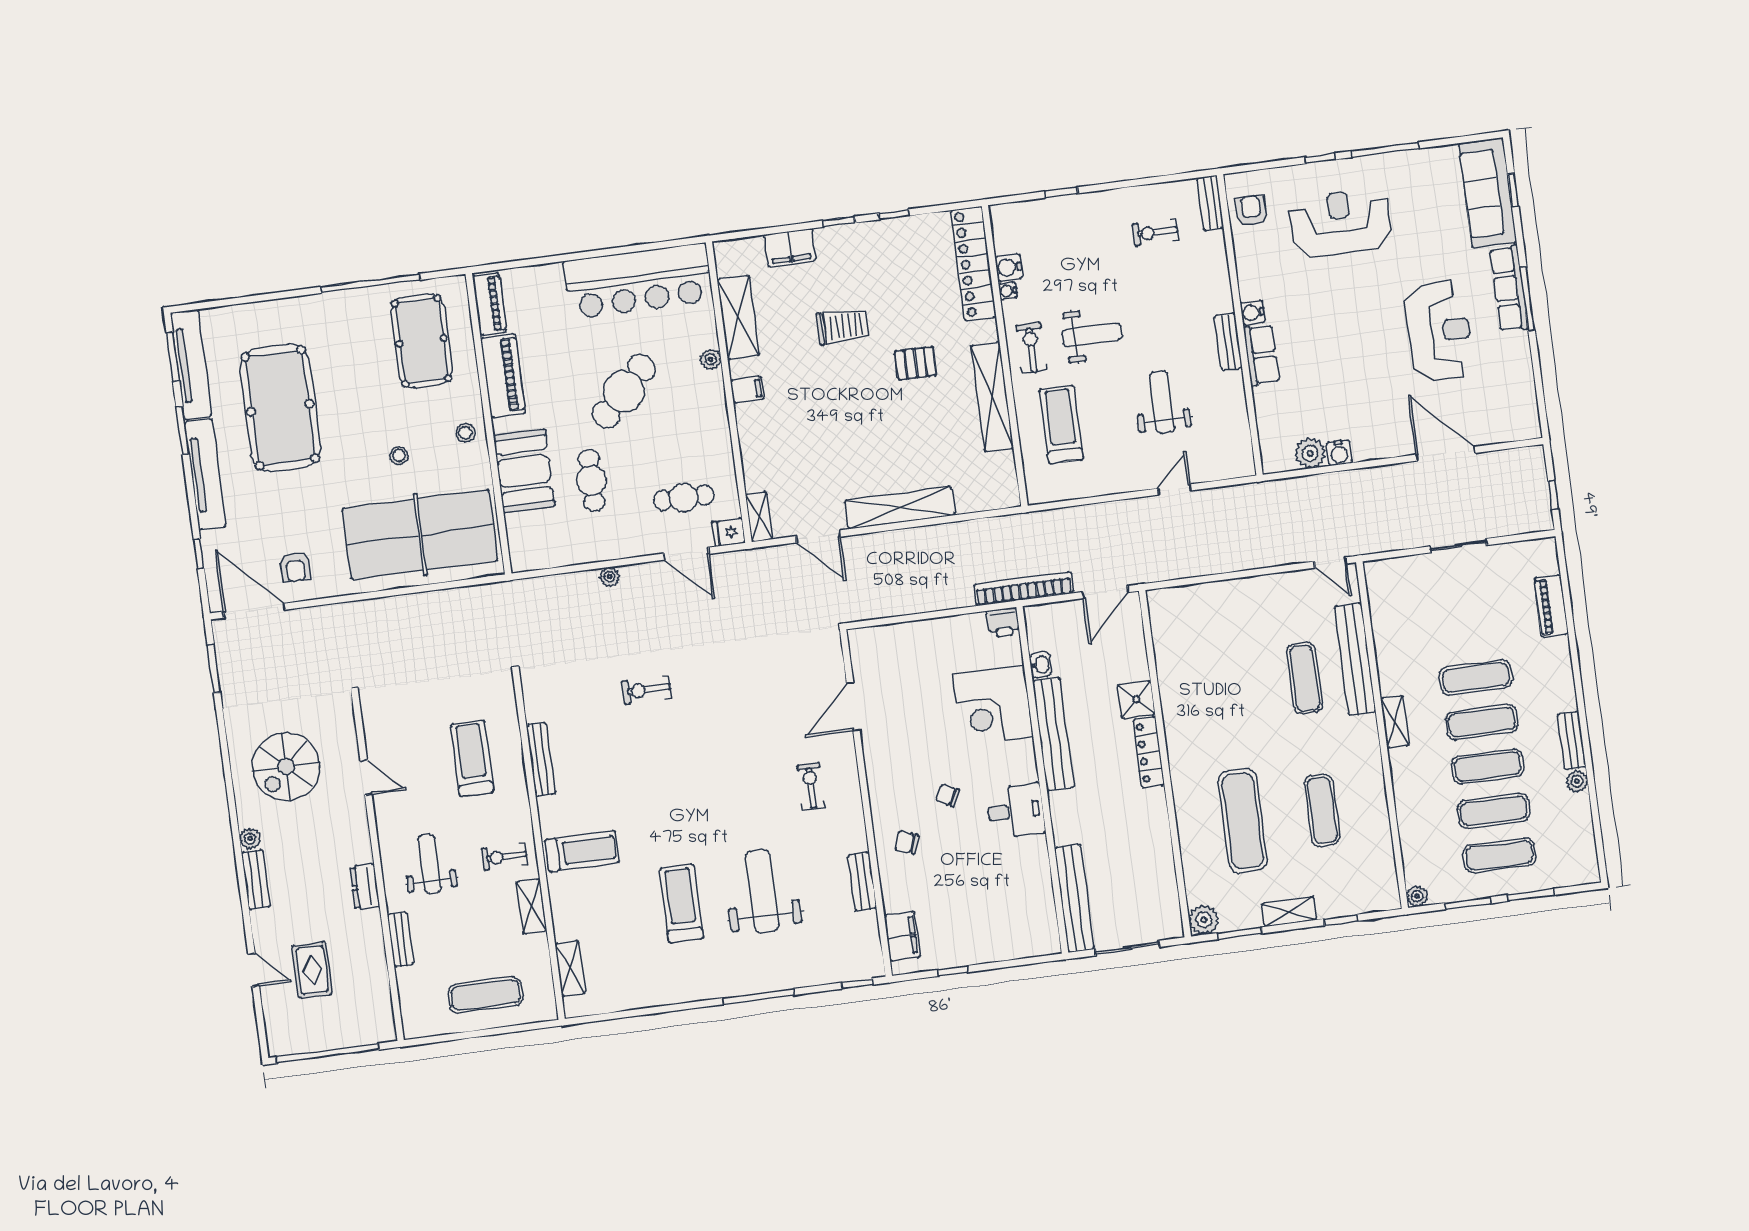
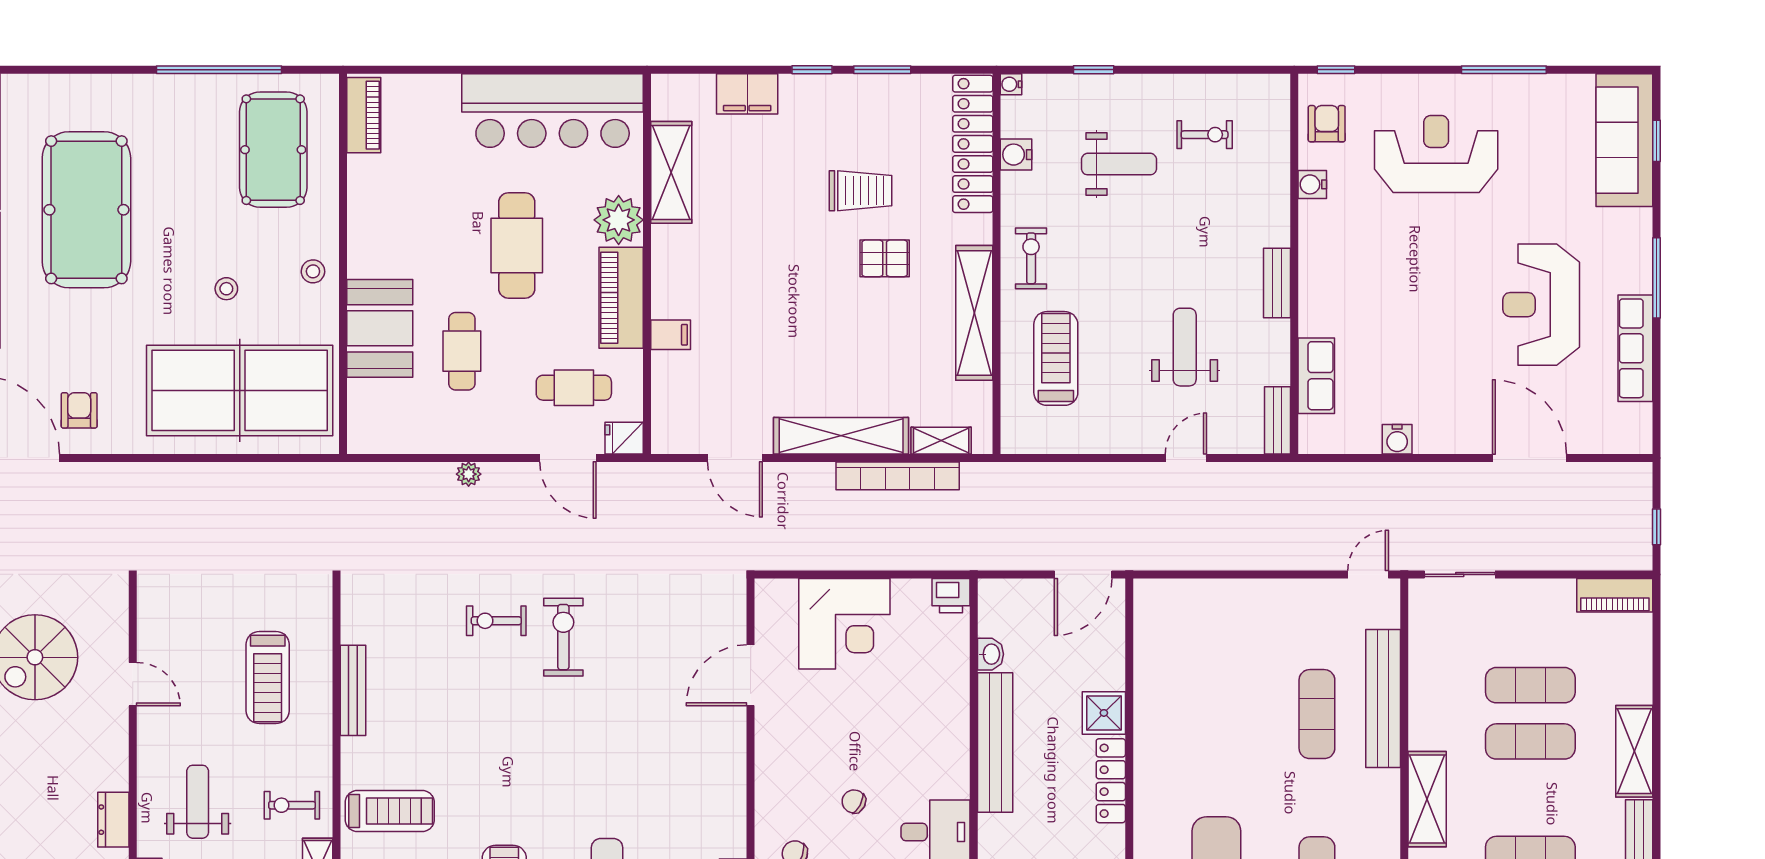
window: (1320, 158) -> (1336, 70), moved
bench: (1210, 203) -> (1277, 420), moved
window: (894, 214) -> (882, 70), width x1.50
exercise bike: (1156, 232) -> (1205, 135), turned 180
row of seats: (1509, 288) -> (1635, 348), moved
water cooler: (1008, 291) -> (1011, 84), moved
water cooler: (1253, 312) -> (1312, 184), moved
trolley: (843, 326) -> (860, 191), moved
reception desk: (1439, 331) -> (1541, 305), turned 180
weight bench: (1092, 335) -> (1119, 164), moved
row of seats: (1261, 355) -> (1316, 376), moved
plant: (711, 359) -> (619, 220), width x1.87, depth x1.87
piano: (503, 376) -> (621, 298), moved, turned 180
filing cabinet: (747, 390) -> (671, 335), moved
cafe table: (624, 391) -> (517, 245), turned -45
plant: (1310, 453) -> (1361, 435), removed
shelving: (759, 517) -> (941, 441), moved, turned 90
sliding door: (1458, 546) -> (1460, 574), moved
door: (1330, 563) -> (1368, 574), swing flipped
armchair: (295, 567) -> (79, 410), turned 180
bookcase: (1023, 589) -> (898, 476), moved, turned 180
piano: (1551, 606) -> (1615, 595), moved, turned -90
shelving: (1559, 674) -> (1634, 751), added
corner desk: (993, 706) -> (844, 624), moved, turned -90
shelving: (1395, 722) -> (1427, 799), width x1.50, depth x1.33
exercise mat: (1482, 722) -> (1530, 685), moved
treadmill: (472, 758) -> (268, 678), turned 180
exercise bike: (811, 786) -> (563, 637), moved, width x1.38, depth x1.39

